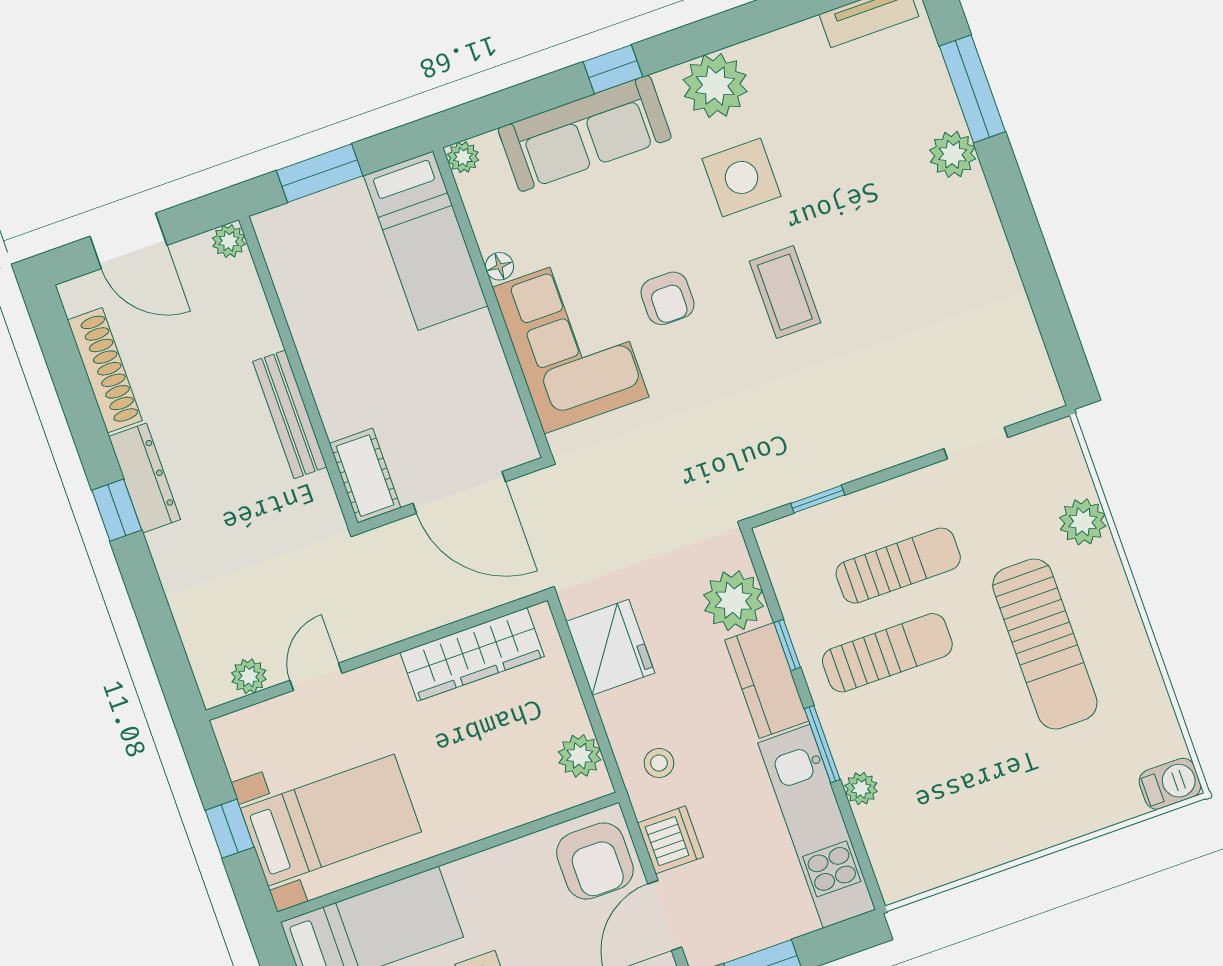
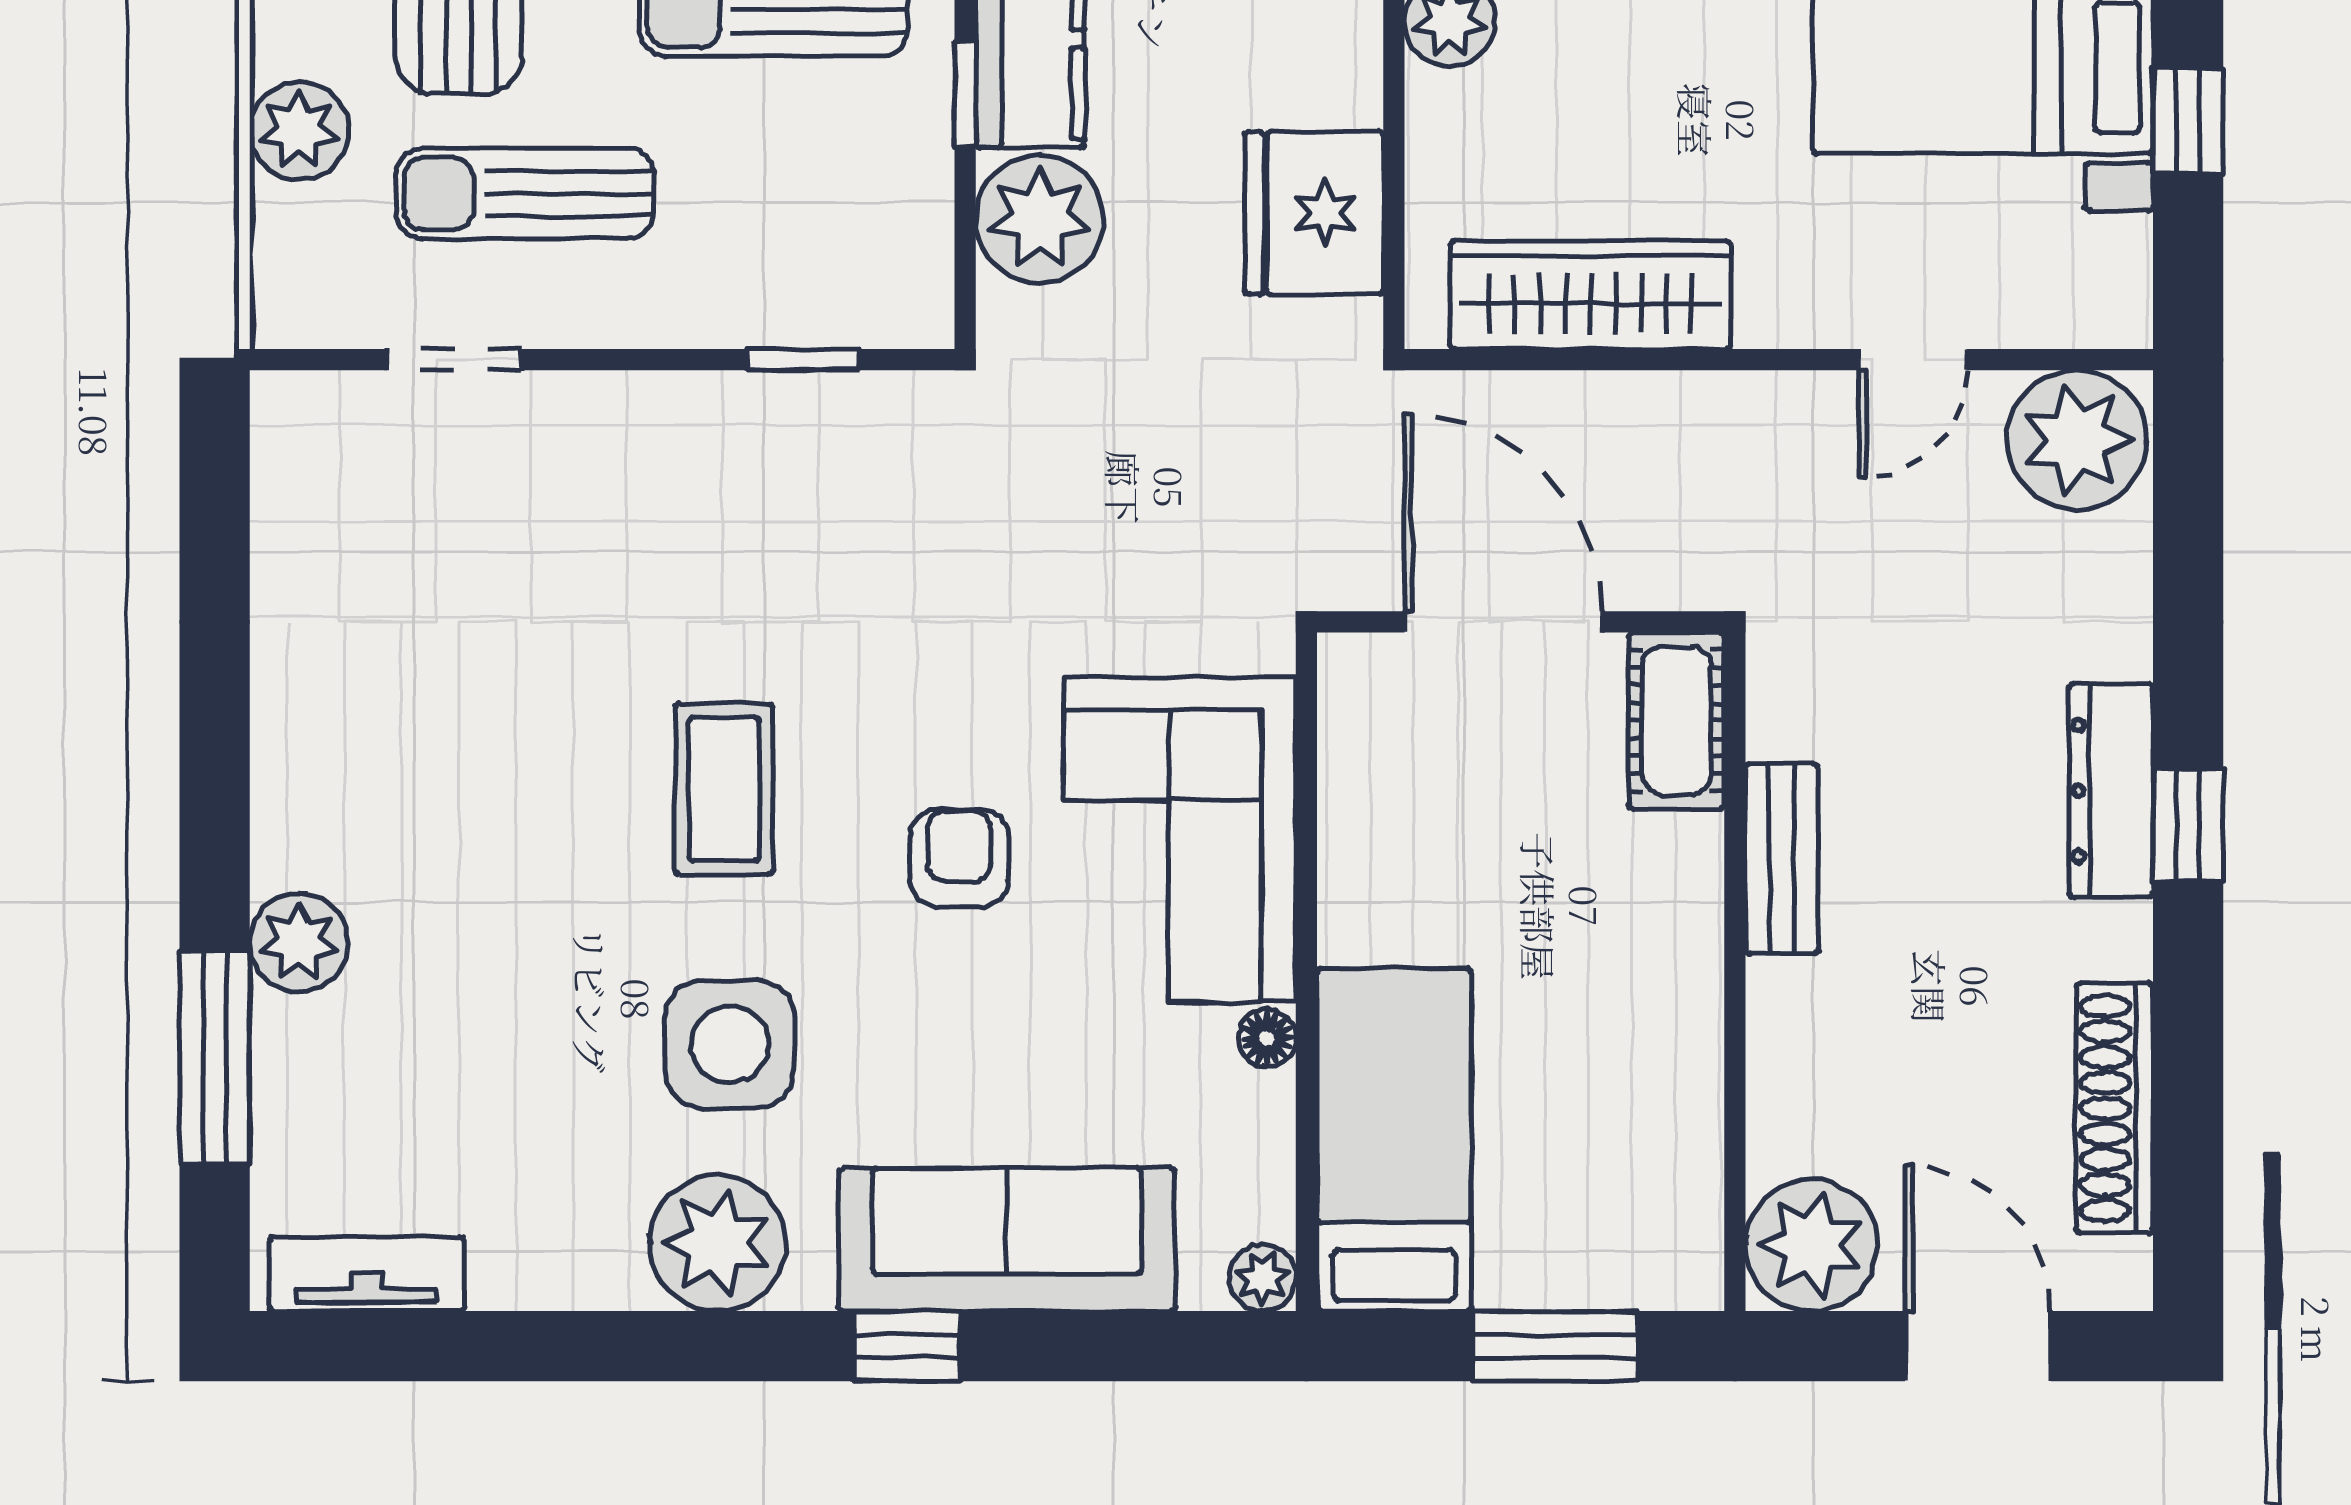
plant: (229, 241) -> (1812, 1245), width x1.88, depth x1.88
bench: (290, 414) -> (1782, 859), width x0.73
dresser: (145, 478) -> (2111, 791), moved
sun lounger: (898, 566) -> (525, 194), moved
plant: (249, 676) -> (2077, 440), width x1.88, depth x1.88

